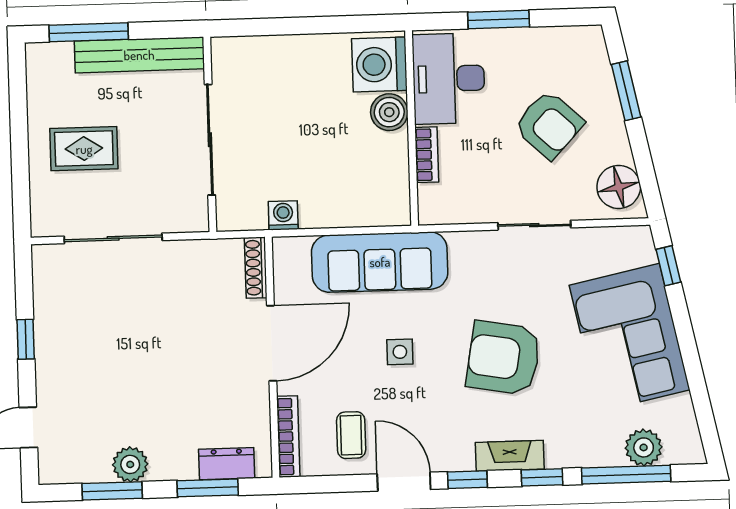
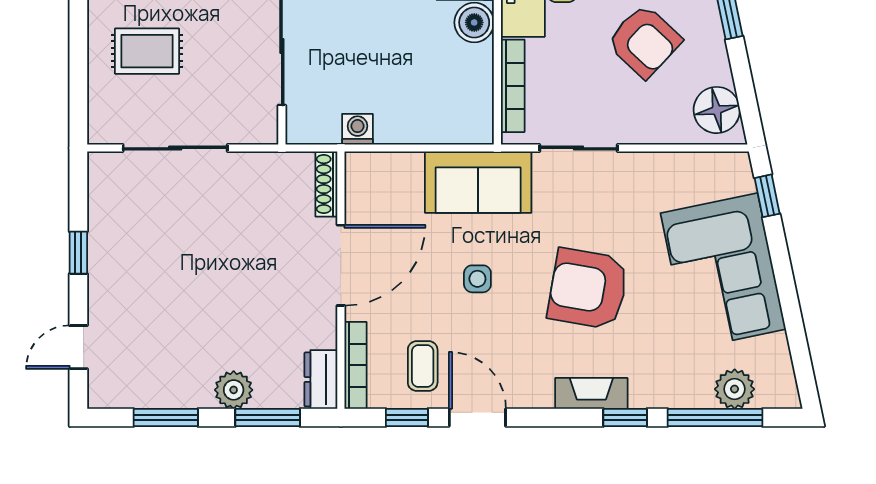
bookcase: (427, 155) -> (513, 86), width x1.56
sliding door: (534, 225) -> (578, 148), moved
sofa: (380, 262) -> (478, 182), width x0.73
plant: (130, 464) -> (234, 390), moved
dresser: (227, 464) -> (321, 379), moved, turned -90
window: (467, 480) -> (407, 418), moved

